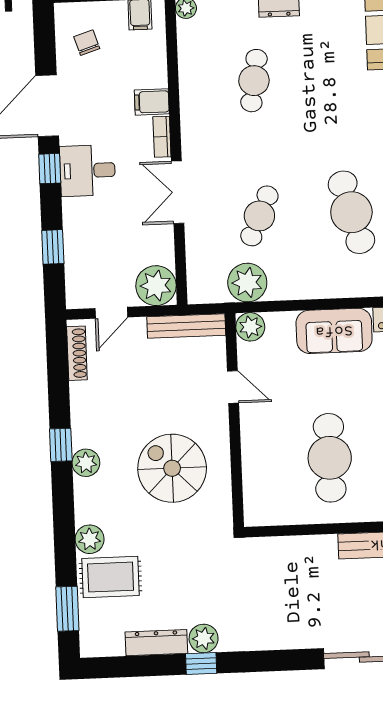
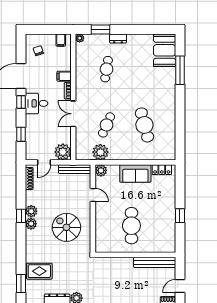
plant: (90, 539) -> (31, 211), moved

